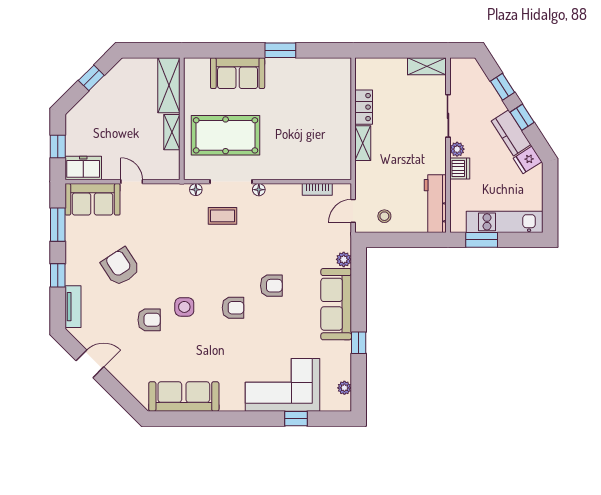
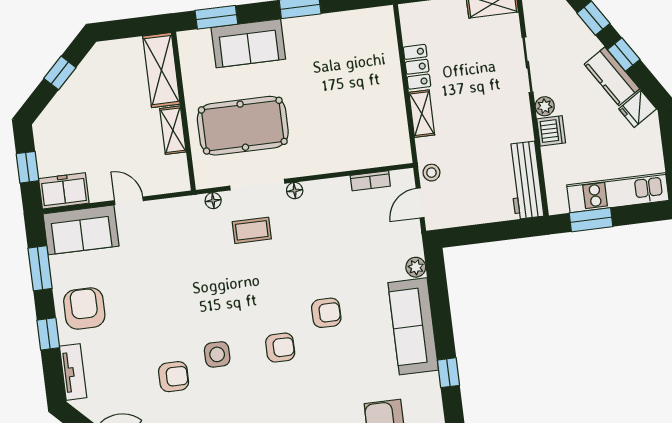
window: (216, 50) -> (216, 17), added
stool: (384, 216) -> (431, 173), moved
armchair: (121, 267) -> (84, 308), moved, turned 33

